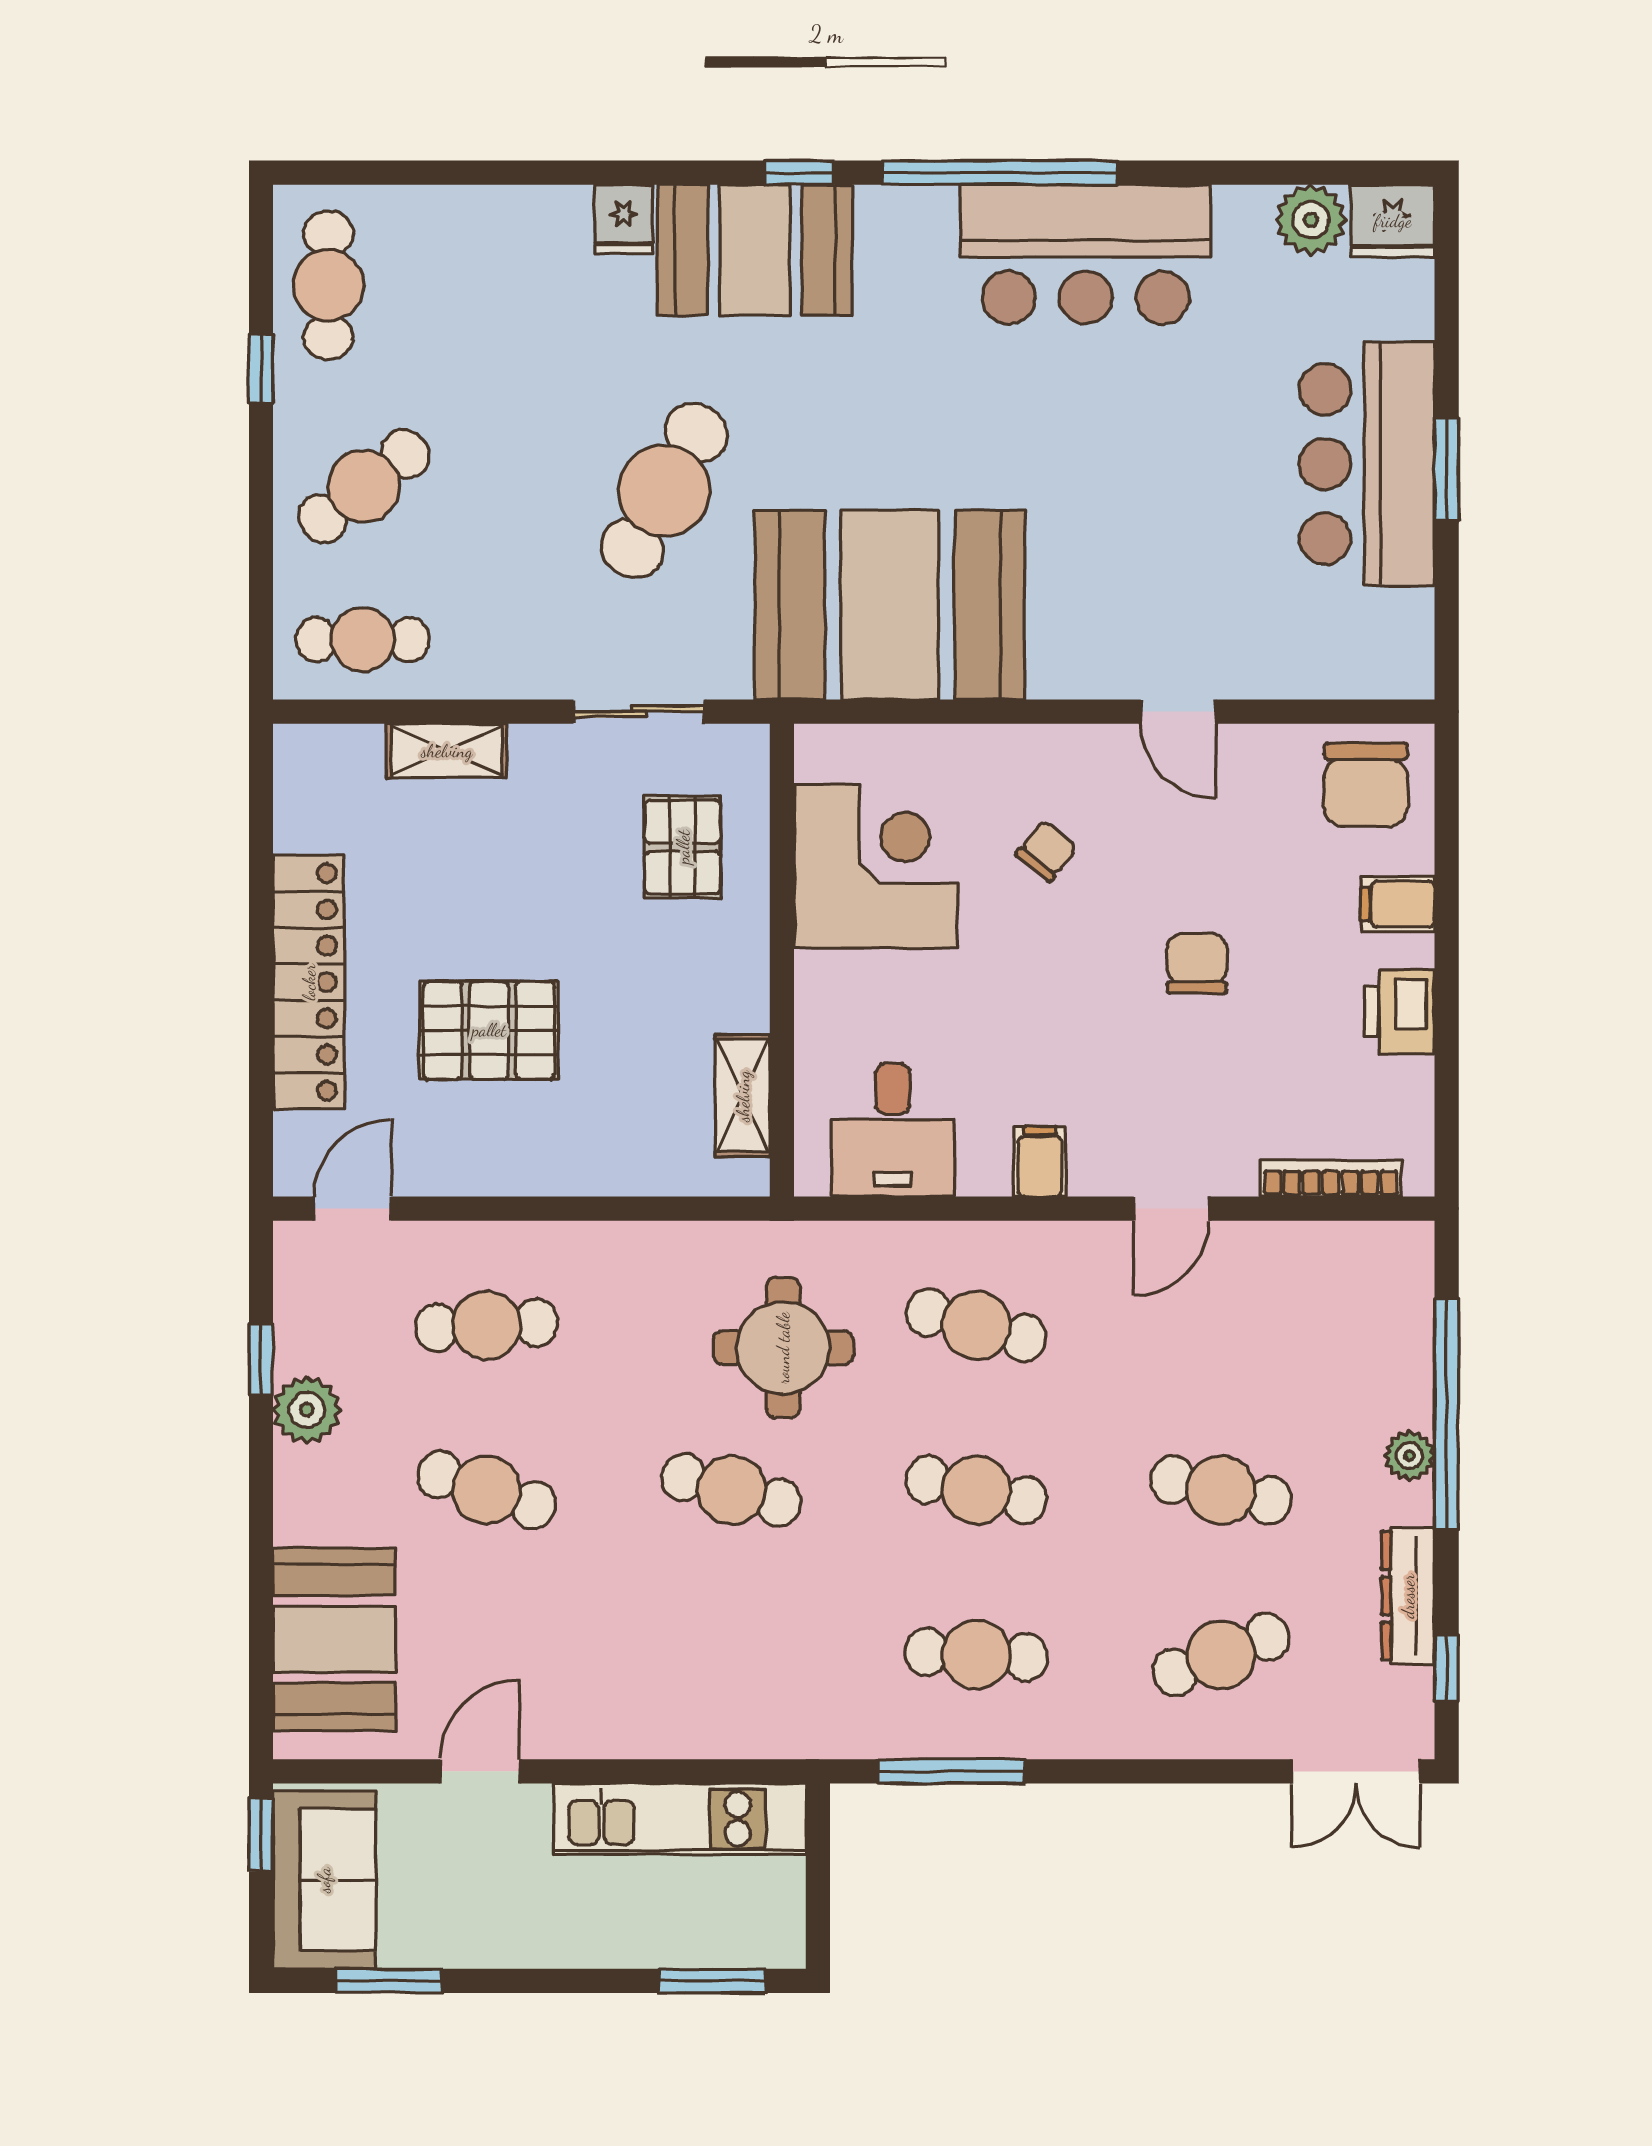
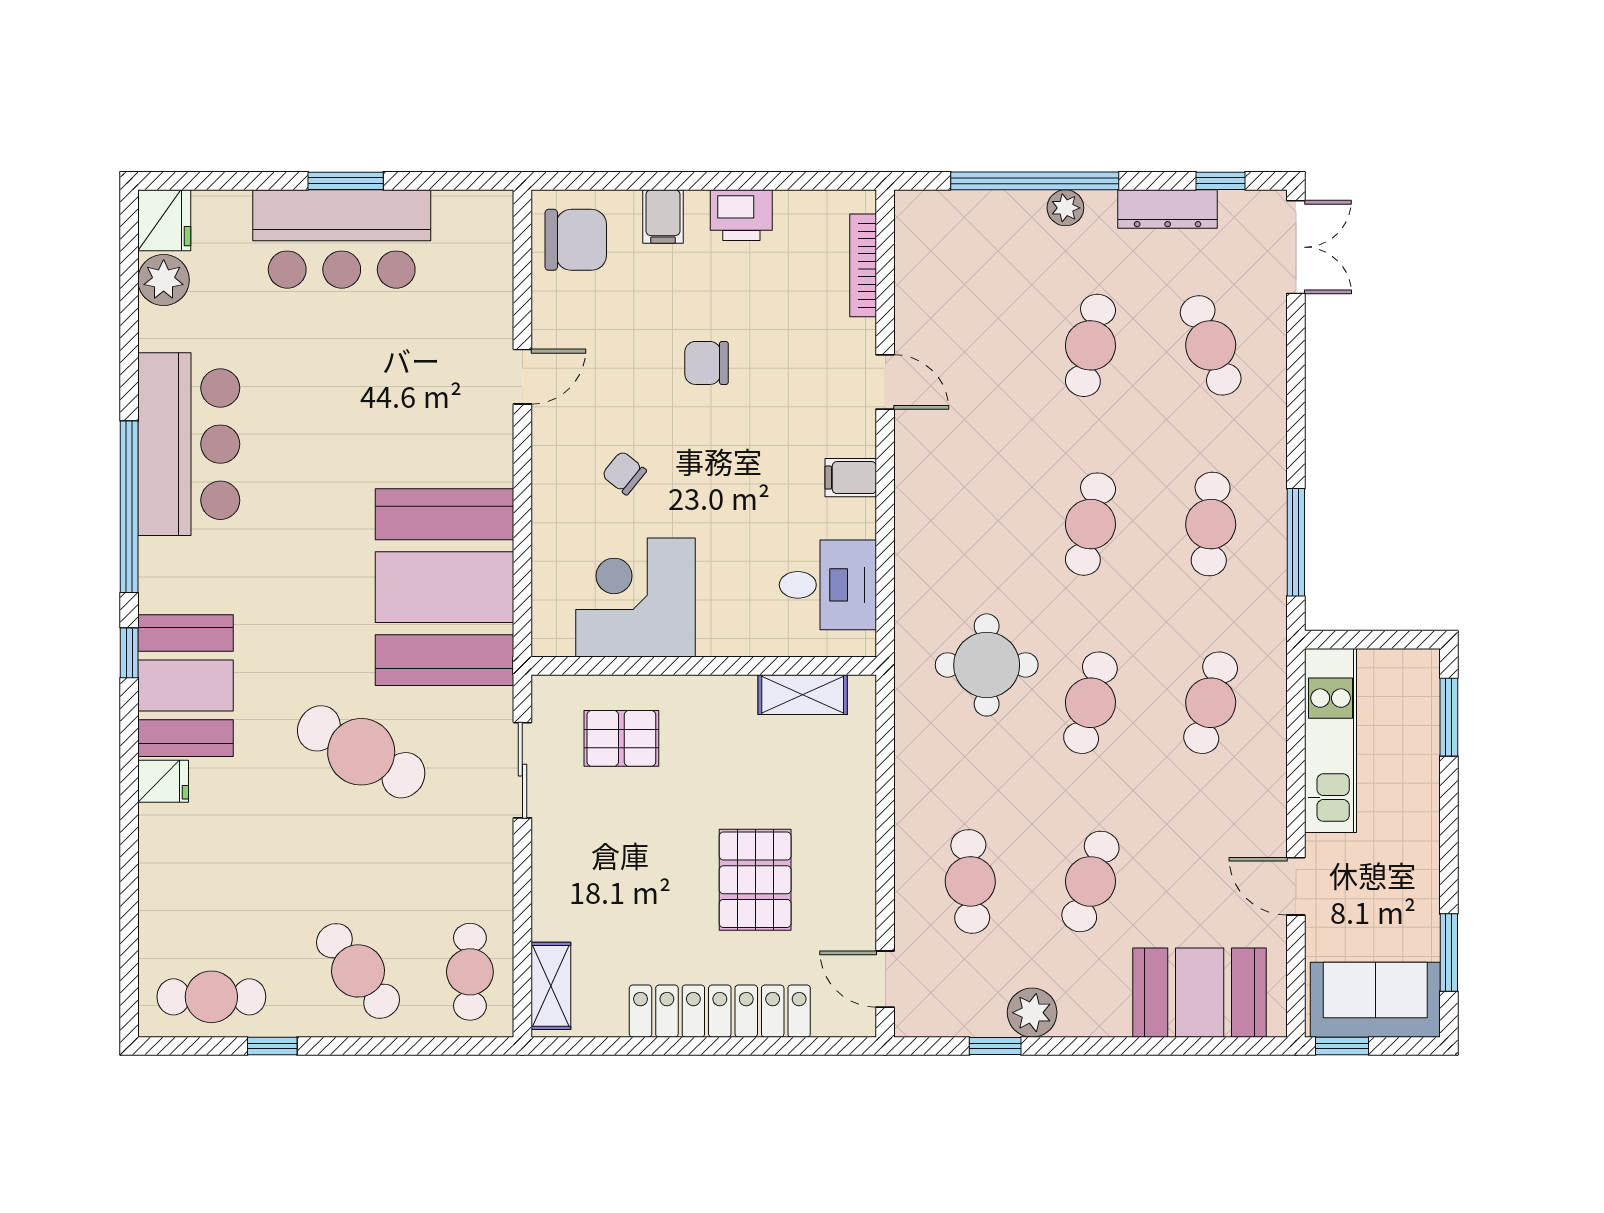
shelving: (447, 751) -> (551, 986), moved
cafe table: (976, 1325) -> (1211, 703), moved

